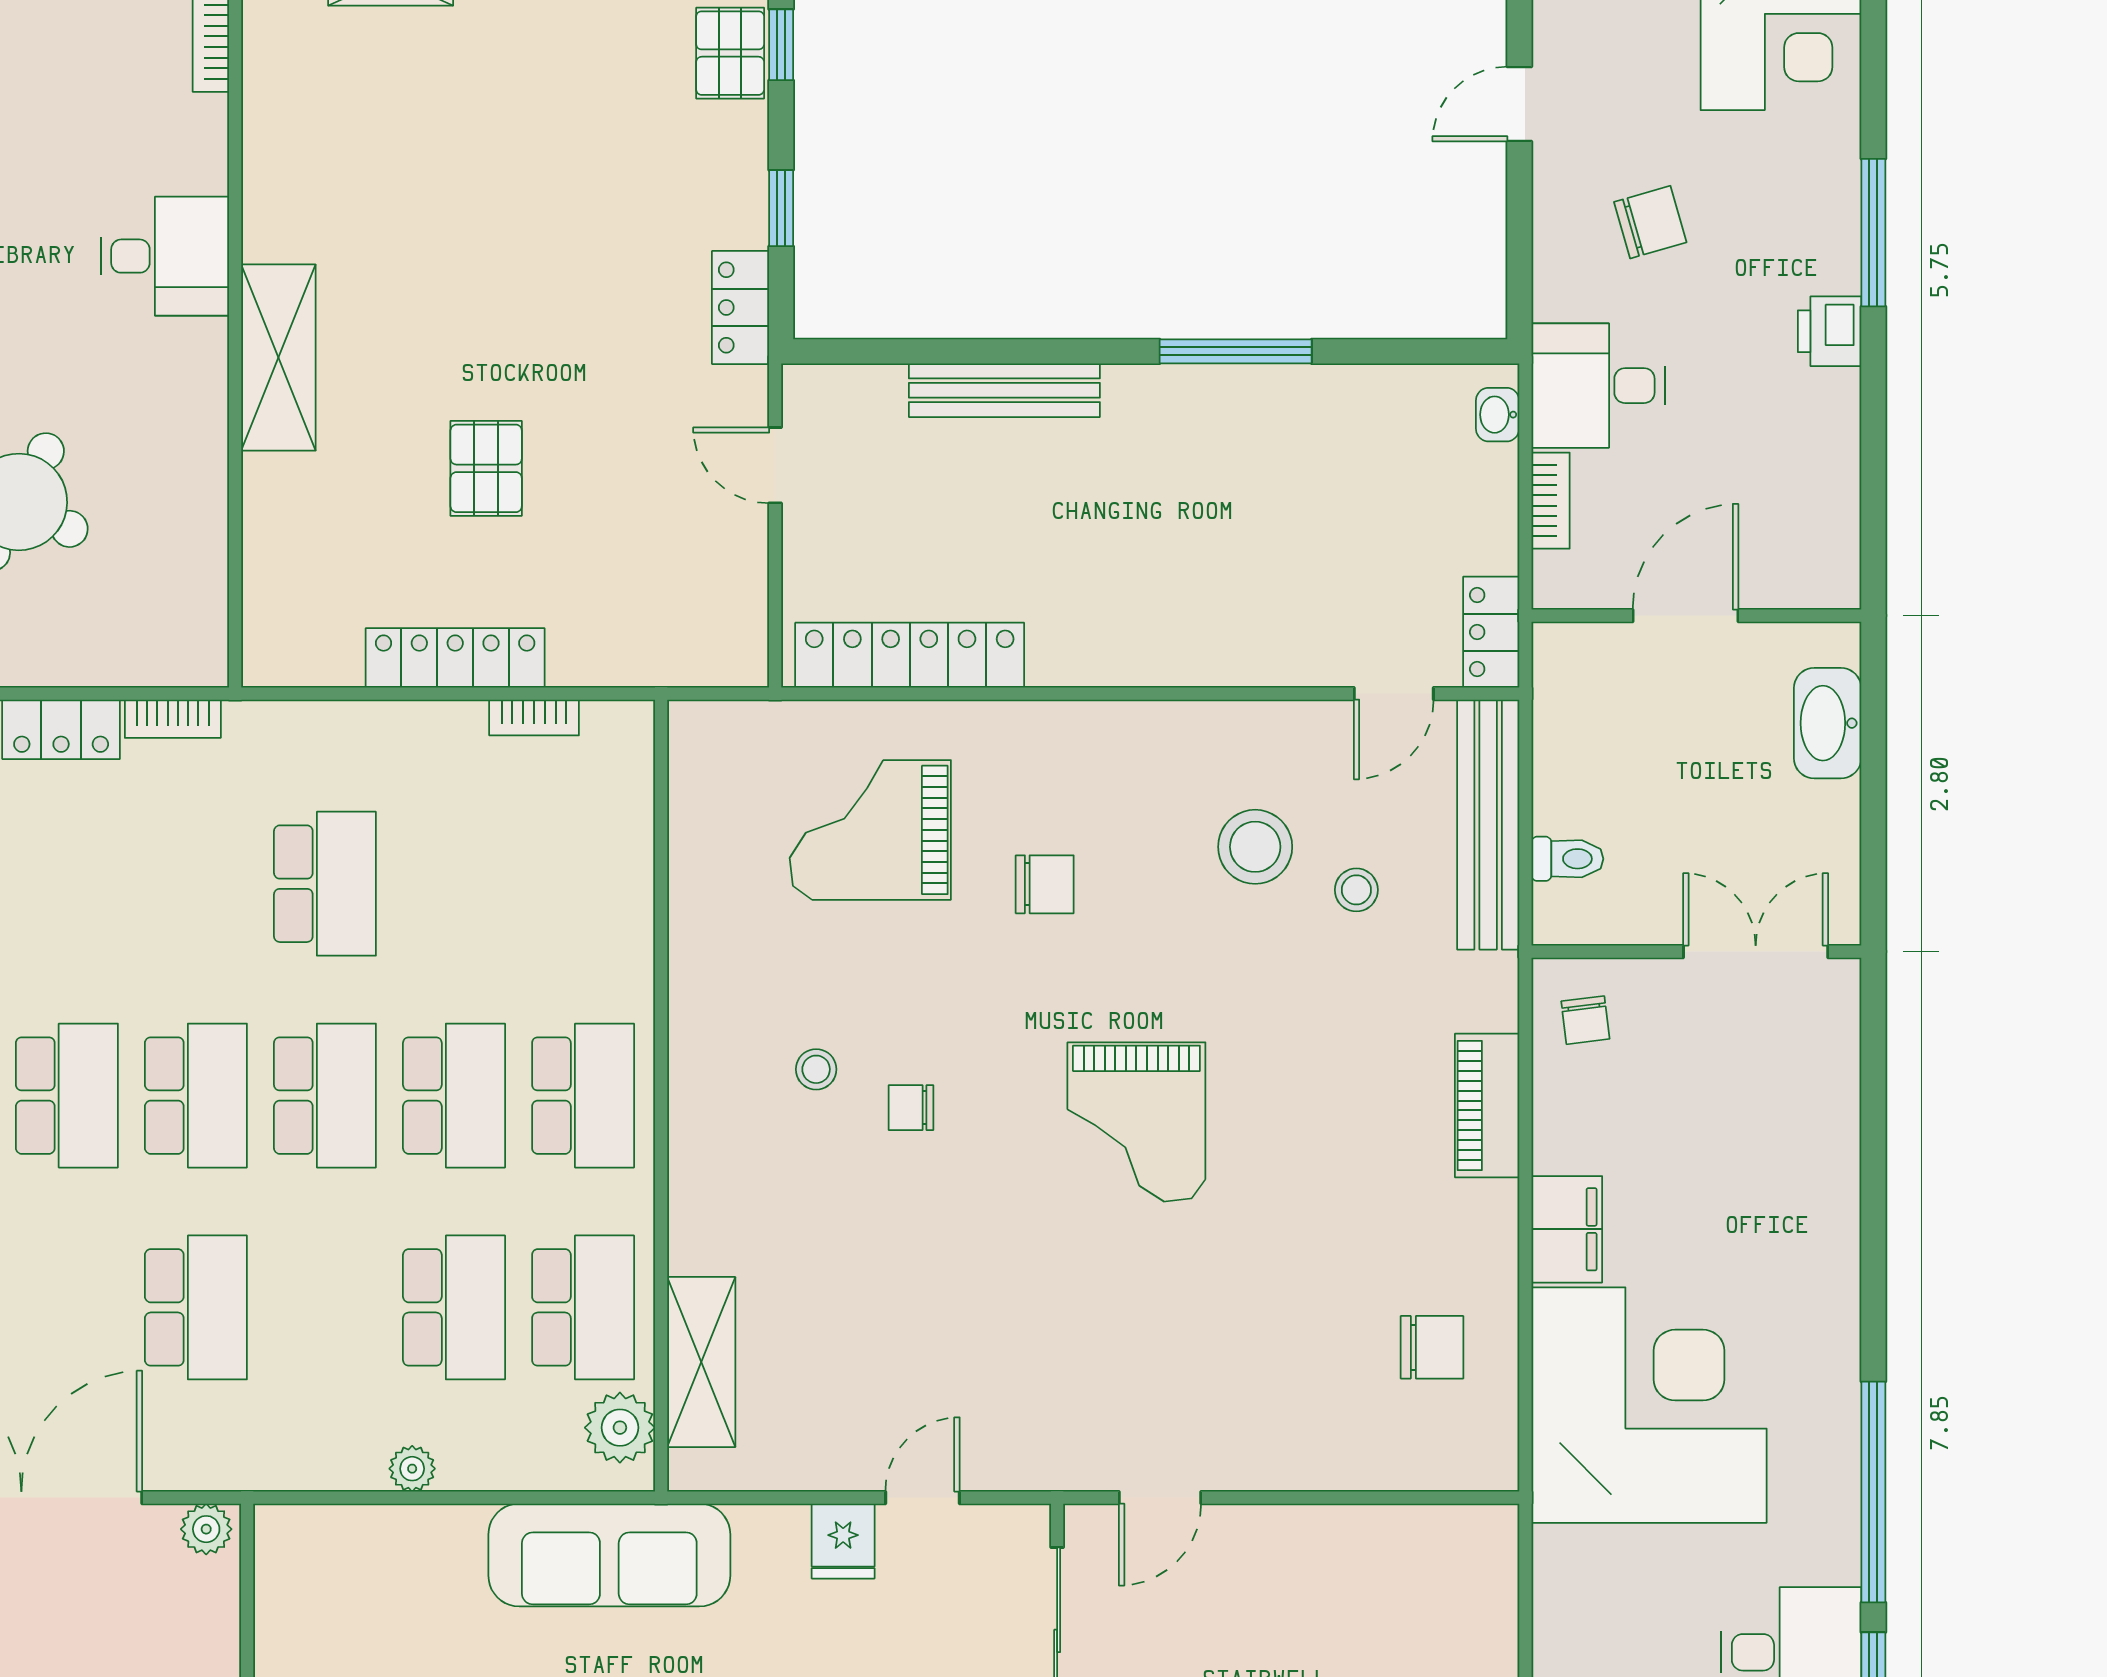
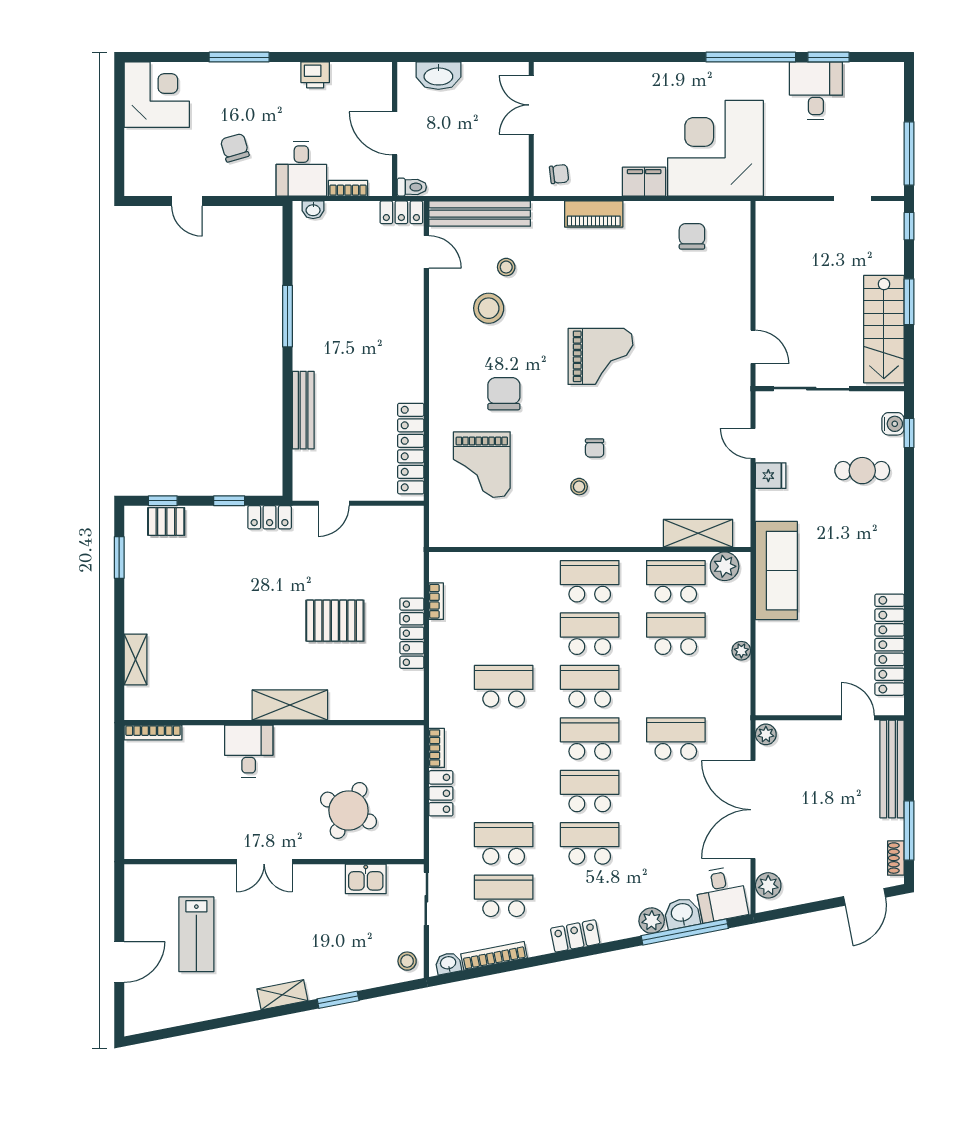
printer: (1830, 331) -> (315, 75), moved
pallet: (486, 468) -> (335, 621), width x1.50, depth x1.42
toilet: (1567, 859) -> (412, 187), moved, turned 90
chair: (1045, 884) -> (504, 394), width x1.37, depth x1.37

